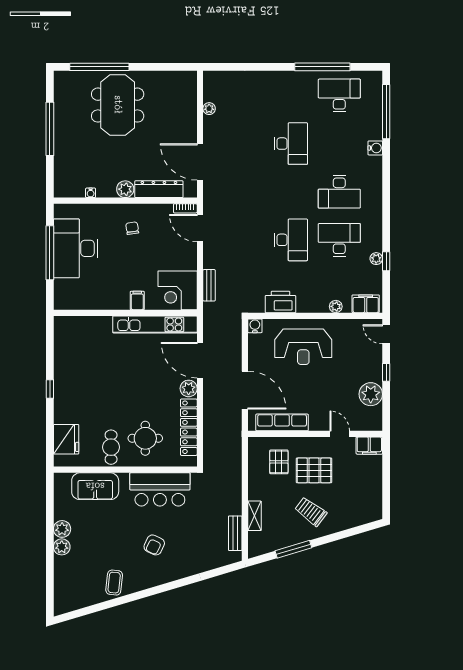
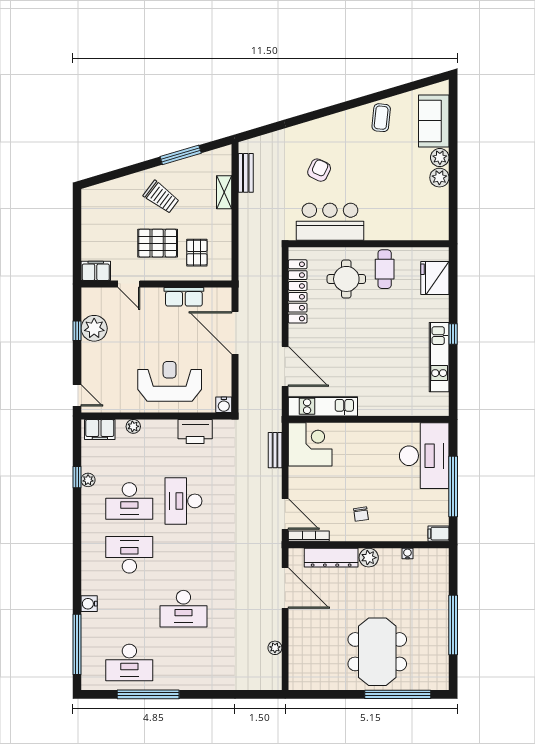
desk: (291, 144) -> (183, 609), turned -90
bookcase: (185, 208) -> (309, 536), width x1.56
desk: (76, 248) -> (424, 456), moved
filing cabinet: (137, 300) -> (439, 534), moved, turned 90
kitchen unit: (155, 324) -> (323, 406), width x0.73
kitchen unit: (62, 368) -> (439, 357), added
window: (386, 372) -> (77, 331), moved
plant: (189, 388) -> (298, 335), removed
row of seats: (282, 422) -> (184, 297), width x0.68
sofa: (95, 486) -> (434, 121), moved, turned -90
armchair: (154, 545) -> (319, 170), moved

